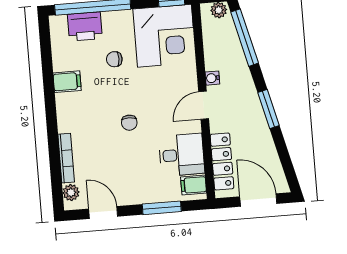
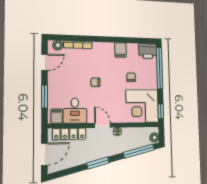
printer: (85, 26) -> (148, 51), moved, turned -90

